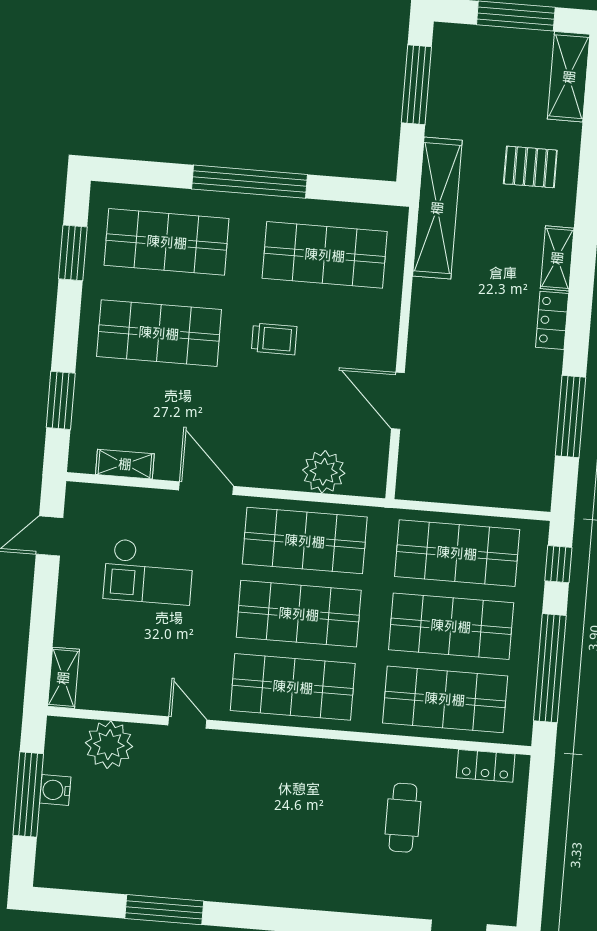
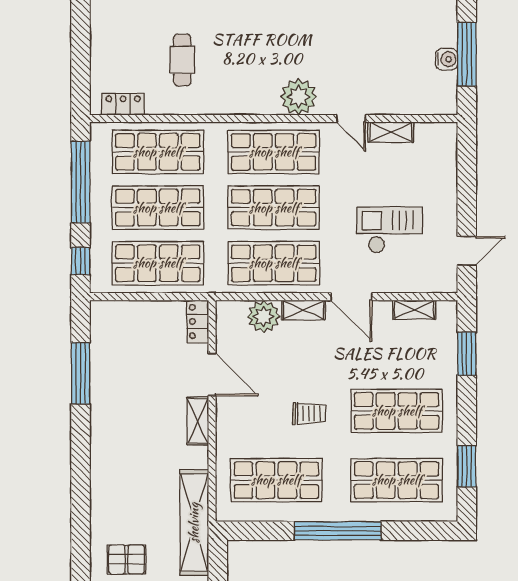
shelving: (557, 258) -> (198, 421), moved
locker: (552, 320) -> (198, 321), moved, turned 180
trolley: (274, 339) -> (309, 414), turned 180
shelving: (271, 476) -> (304, 310), added
shelving: (63, 678) -> (391, 132), moved, turned 90
plant: (109, 745) -> (299, 97), moved

